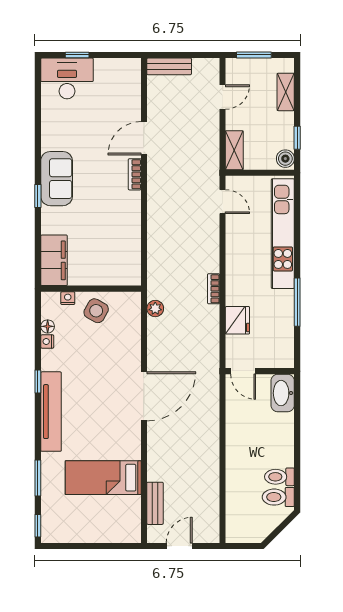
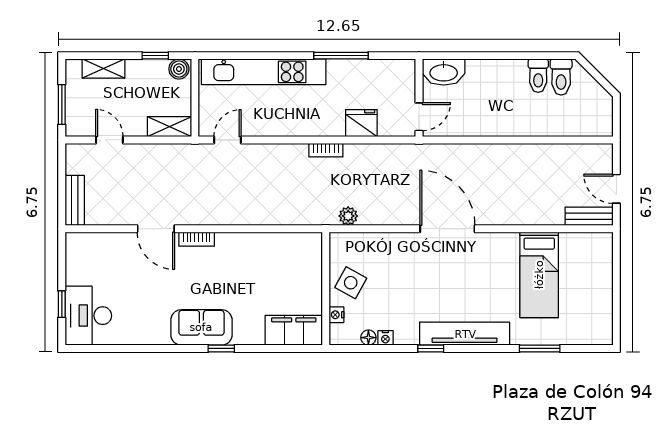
bench: (155, 503) -> (589, 216), moved
window: (38, 526) -> (594, 348), removed

